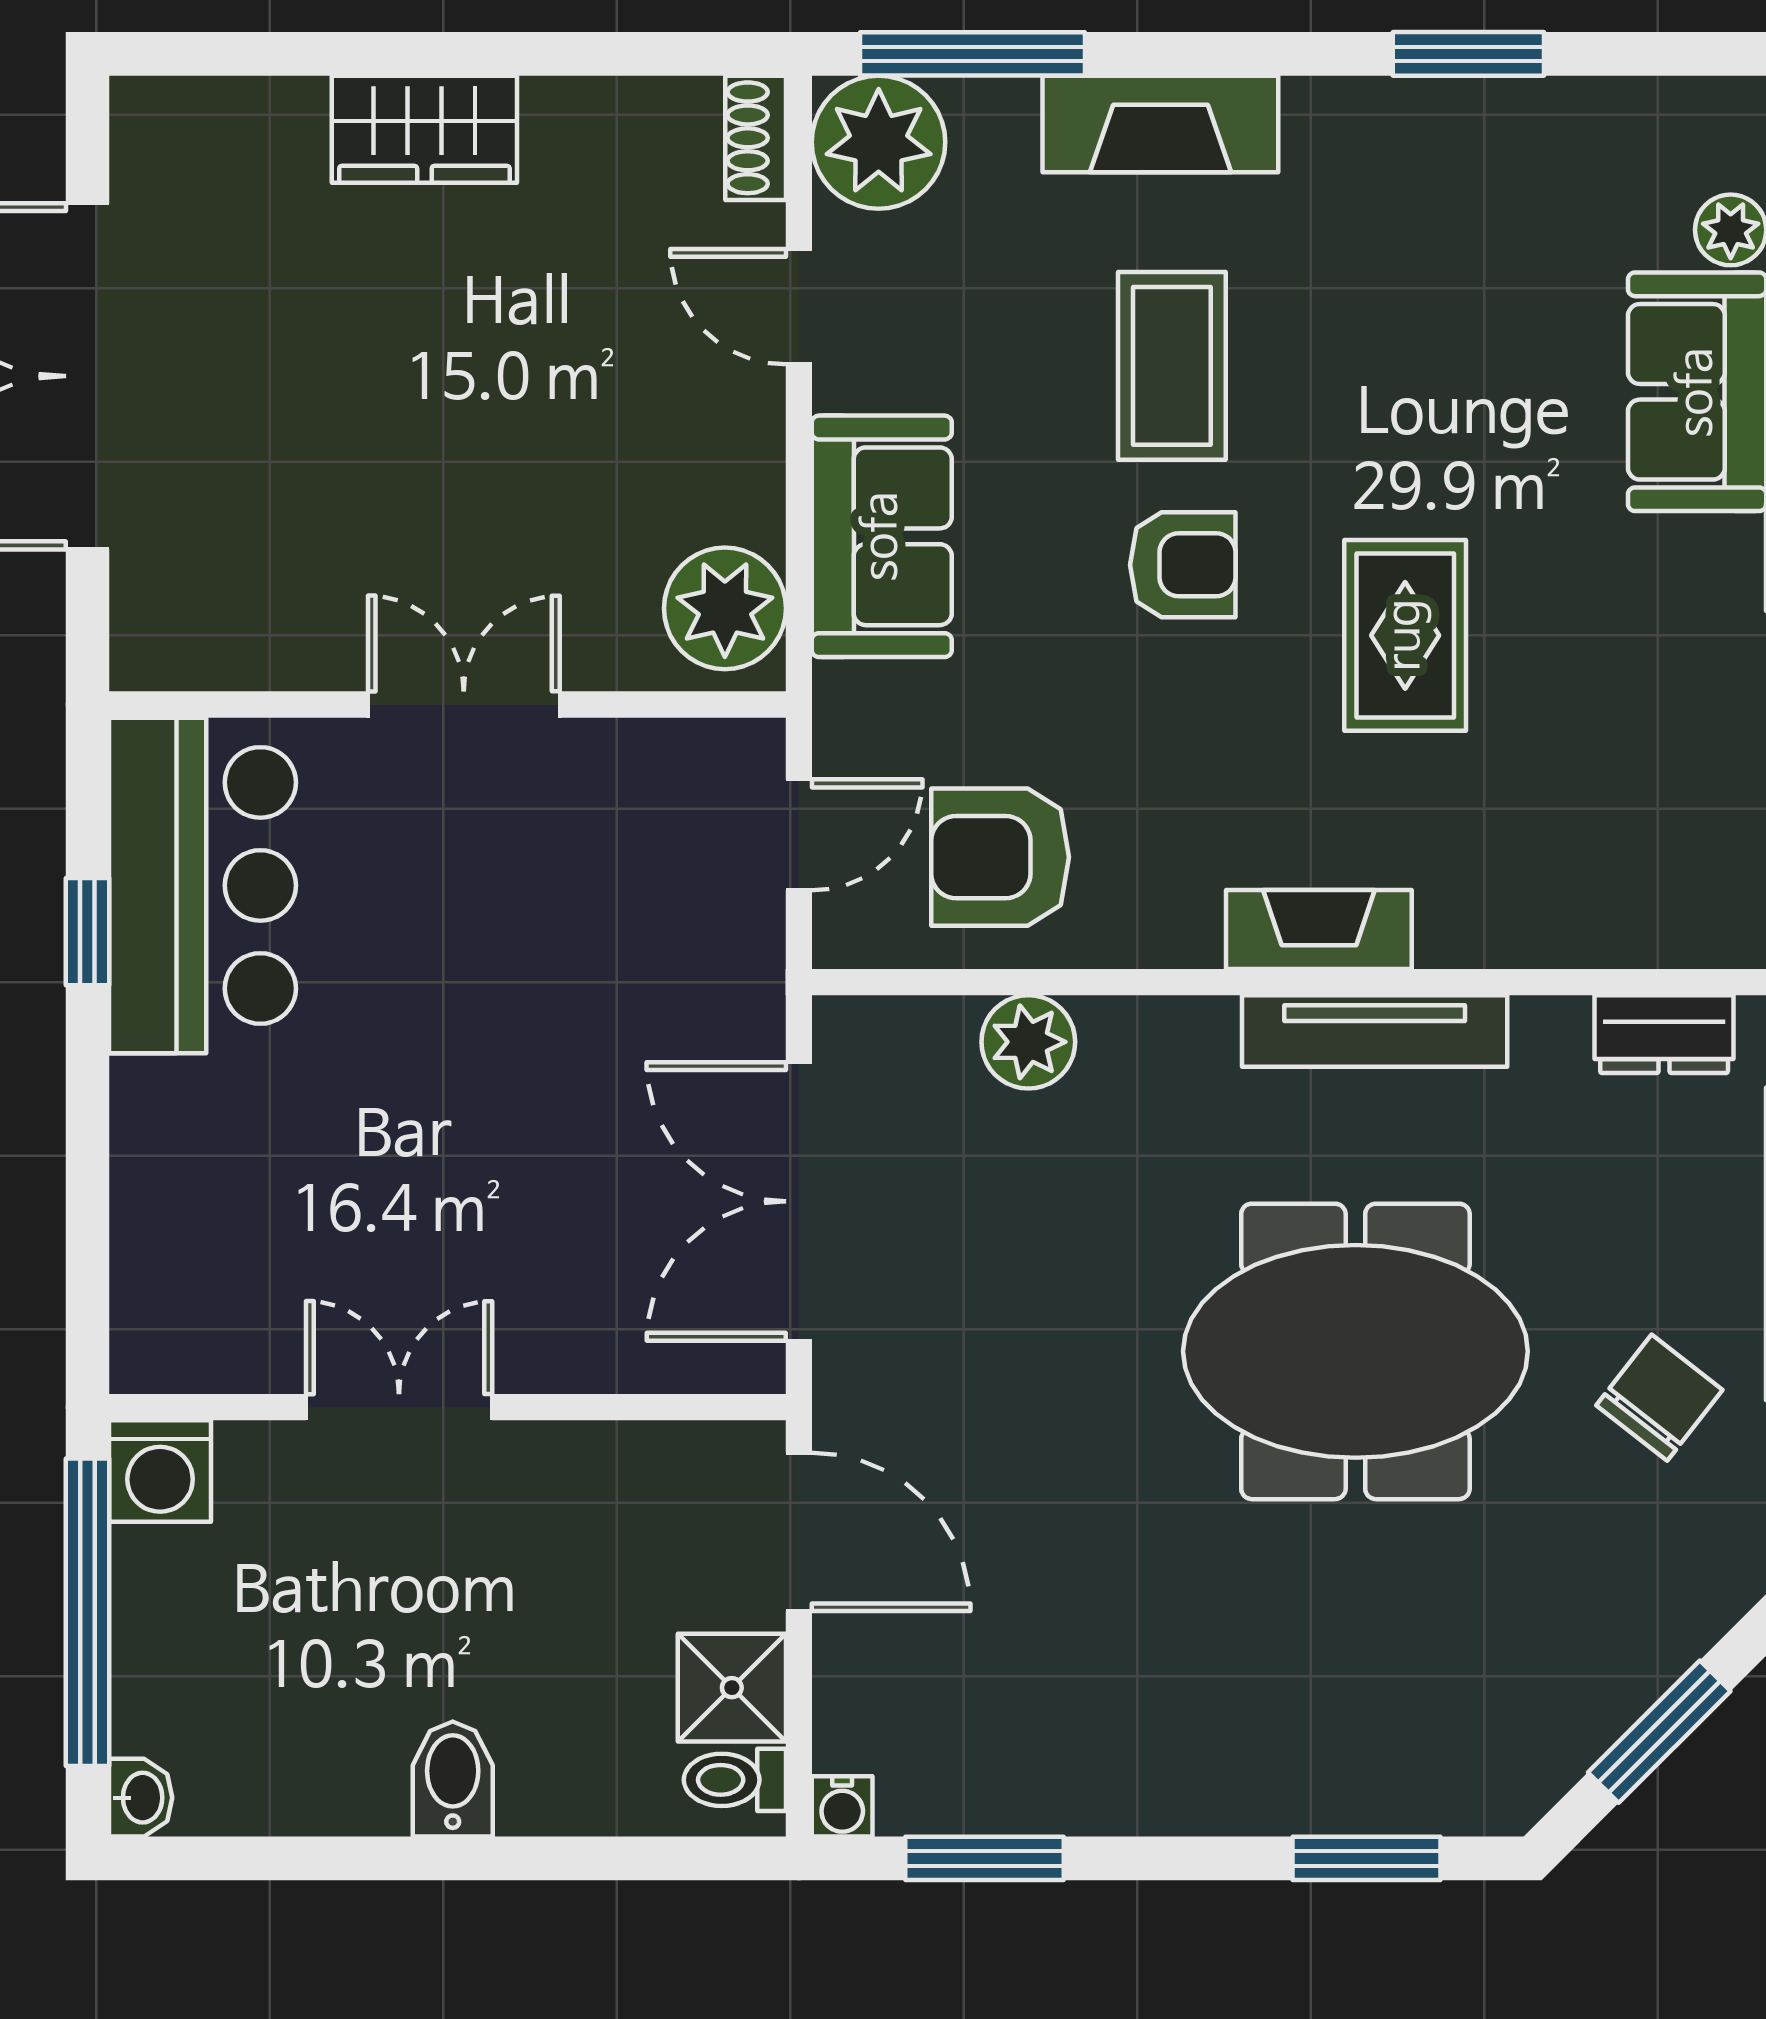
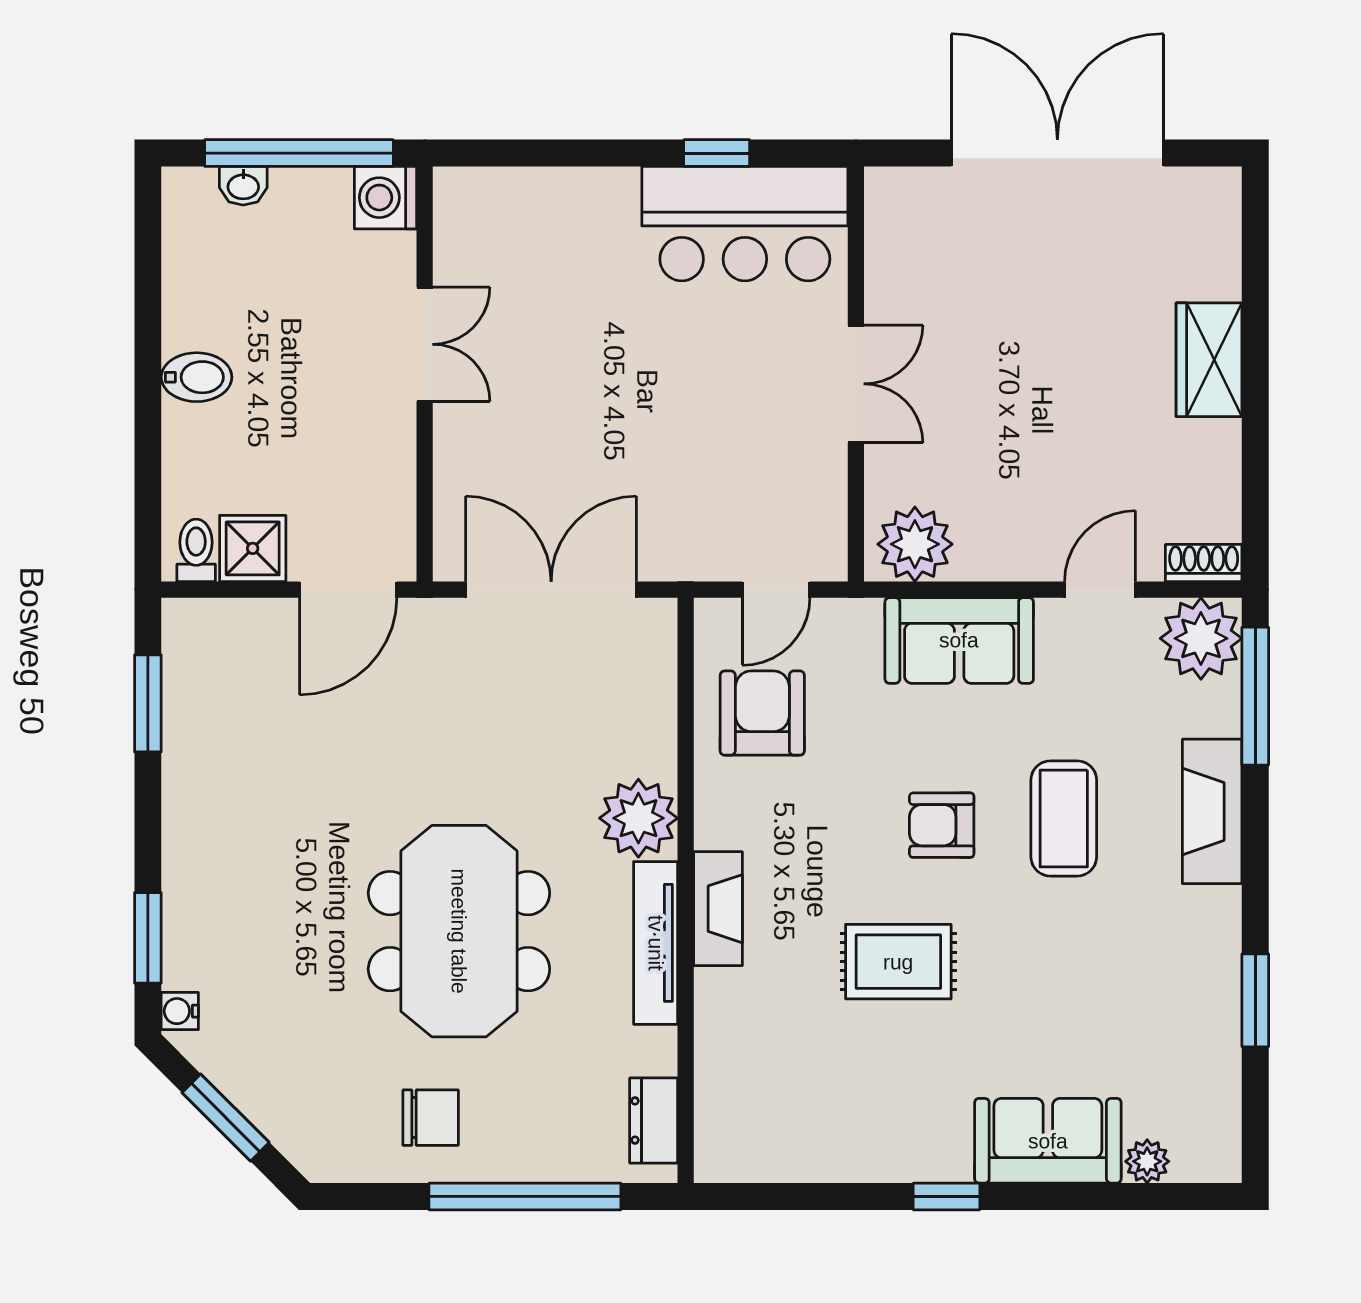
coffee table: (1172, 366) -> (1064, 818), turned 90
armchair: (1183, 565) -> (942, 825), turned 90
door: (799, 835) -> (776, 590), hinge flipped
plant: (1028, 1042) -> (638, 818), moved, width x1.36, depth x1.36
chair: (1659, 1398) -> (431, 1118), turned -38
washbasin: (141, 1798) -> (243, 186), moved
water cooler: (842, 1806) -> (180, 1011), moved

